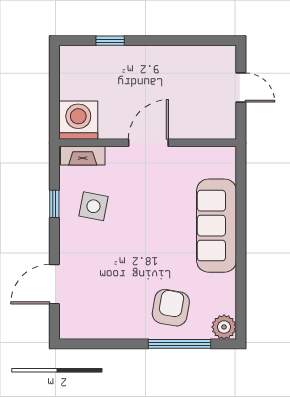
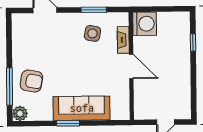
fireplace: (83, 156) -> (123, 40), moved
window: (54, 204) -> (94, 10), width x1.50
window: (241, 248) -> (68, 123), added

